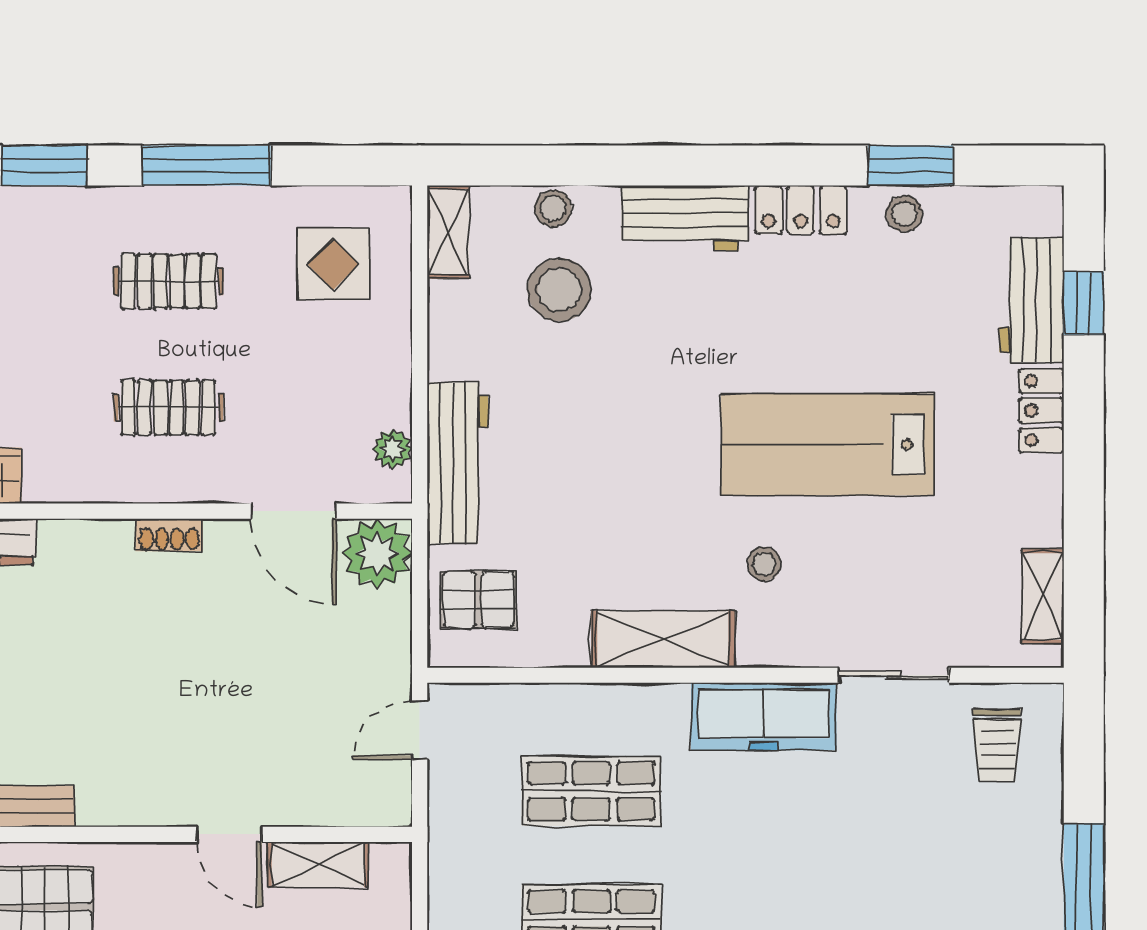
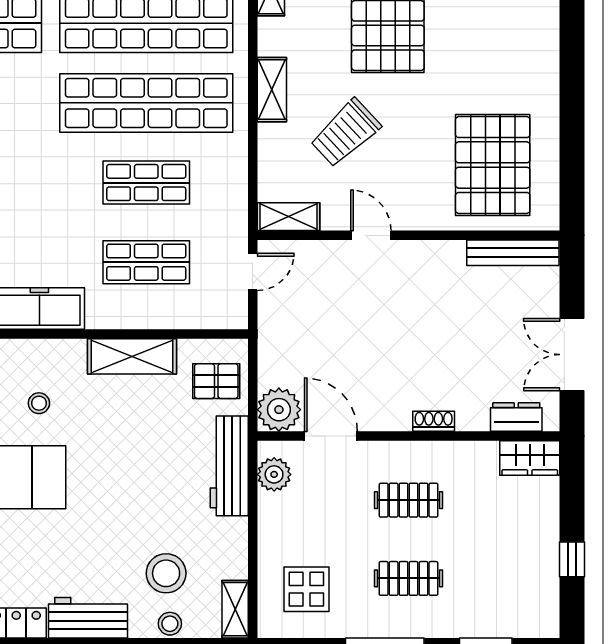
plant: (393, 449) -> (274, 474), width x1.38, depth x1.38
shoe rack: (169, 535) -> (434, 421), moved
shelving: (663, 639) -> (132, 356), moved
door: (420, 730) -> (253, 272), moved
shelving: (318, 865) -> (289, 217), moved

